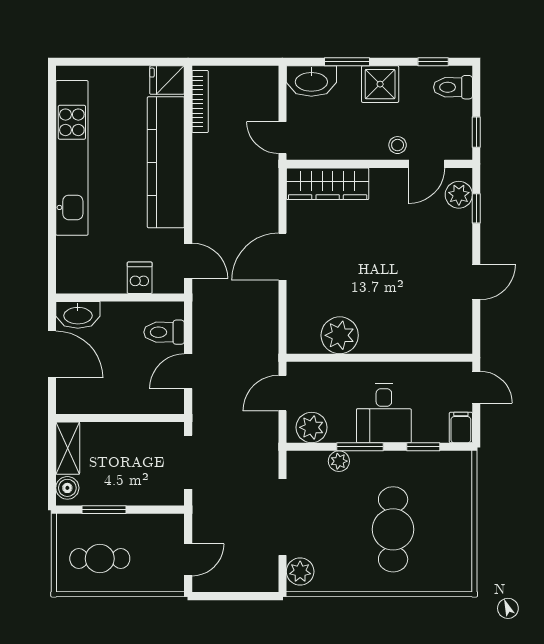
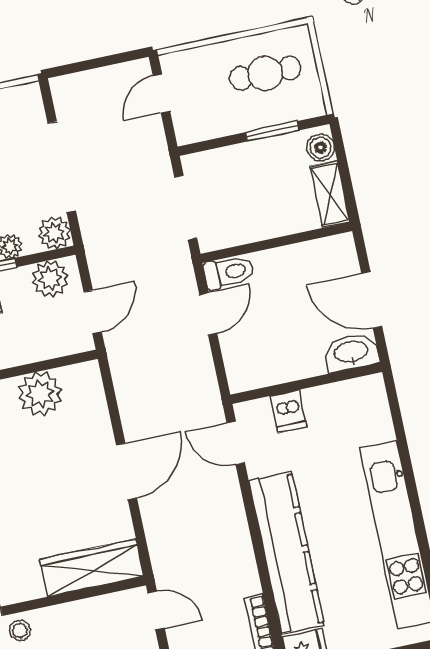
toilet: (164, 332) -> (229, 272), moved
plant: (300, 572) -> (54, 233), moved

